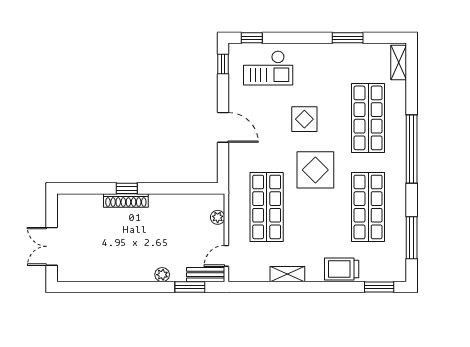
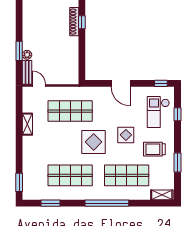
window: (252, 38) -> (177, 114), moved
door: (223, 127) -> (121, 83), hinge flipped
plant: (218, 217) -> (63, 80), removed
window: (412, 238) -> (51, 203), width x0.69
trolley: (342, 269) -> (154, 149), moved, turned -90
plant: (162, 275) -> (27, 55), moved
window: (190, 287) -> (19, 51), moved

